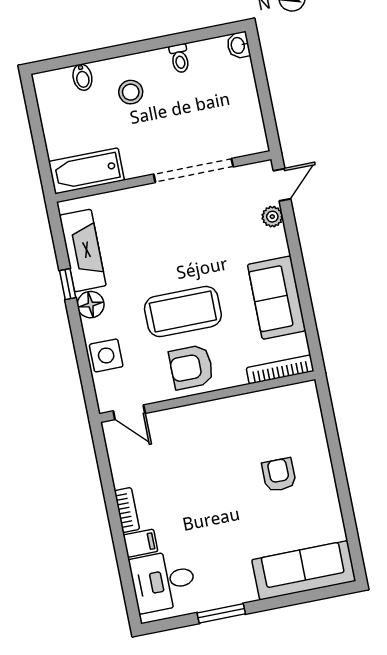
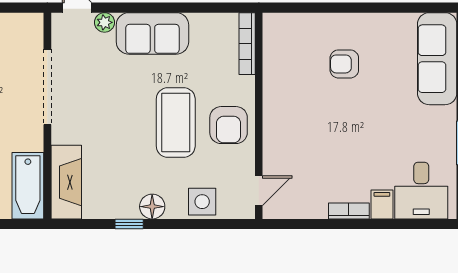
fireplace: (83, 250) -> (66, 182), moved, turned 90
sofa: (277, 298) -> (152, 33), moved

